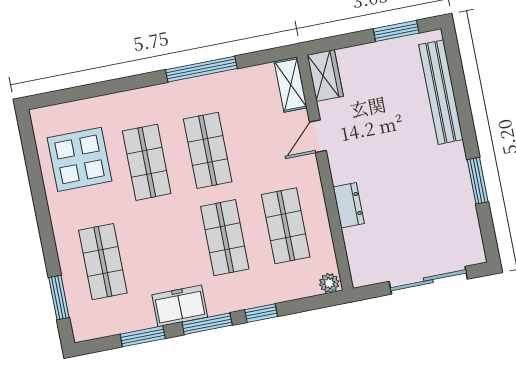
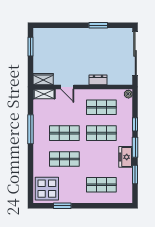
bench: (441, 92) -> (59, 33), removed
display table: (79, 159) -> (47, 189), moved
sliding door: (428, 280) -> (135, 53), width x1.36
window: (59, 298) -> (62, 206), moved

